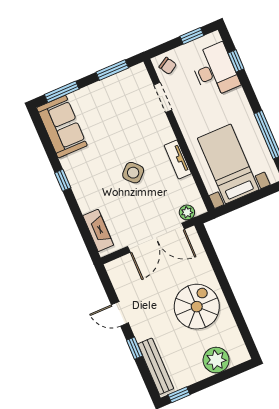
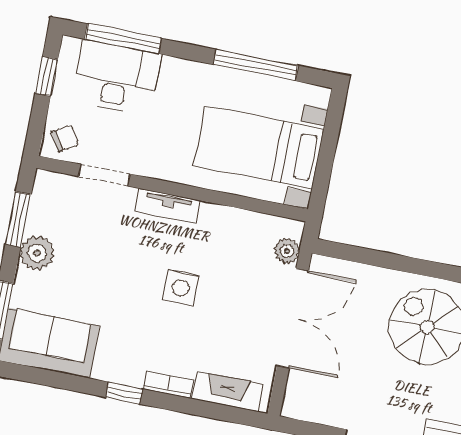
window: (236, 61) -> (123, 39), width x2.17
plant: (102, 91) -> (37, 253), added
tv unit: (178, 159) -> (168, 206), moved
side table: (133, 173) -> (180, 288), turned 45
bookcase: (82, 199) -> (168, 384), added

